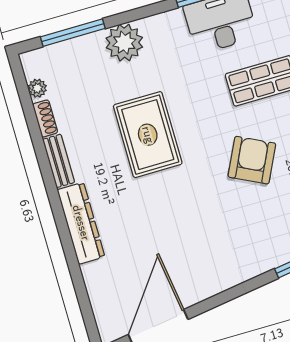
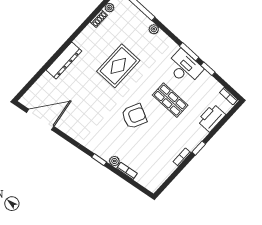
plant: (124, 43) -> (154, 29), width x0.53, depth x0.53
bench: (59, 161) -> (84, 35), removed

